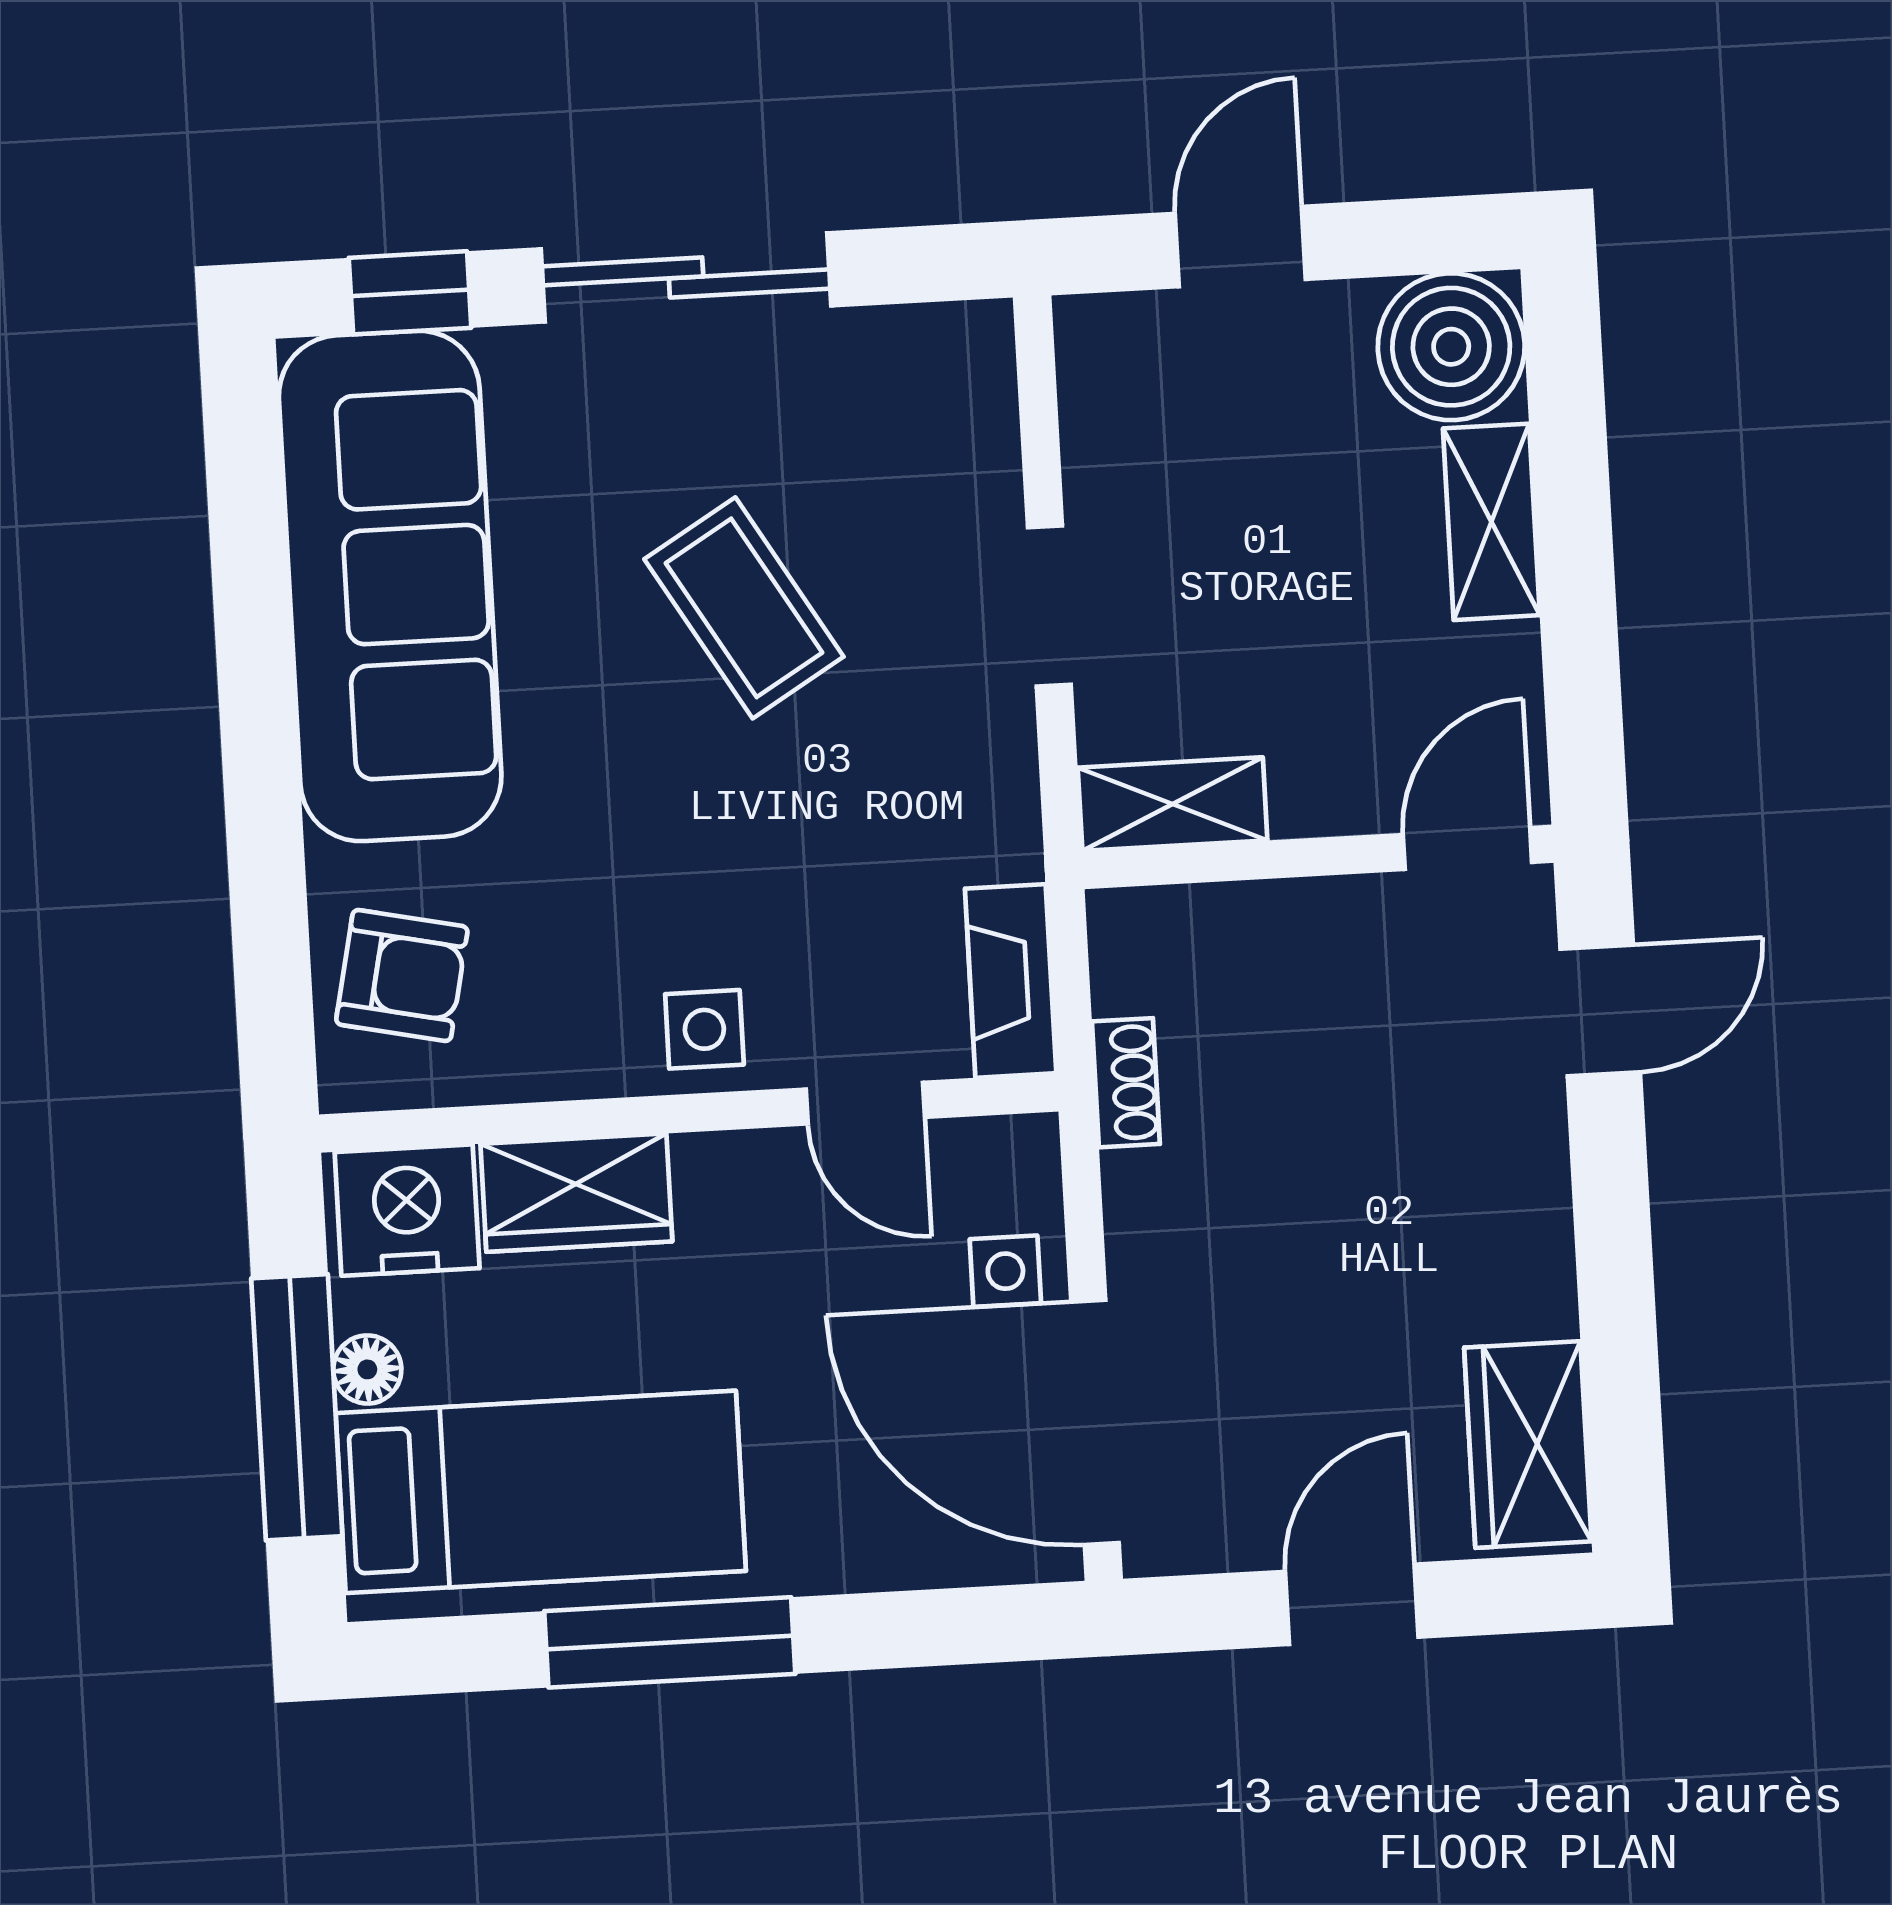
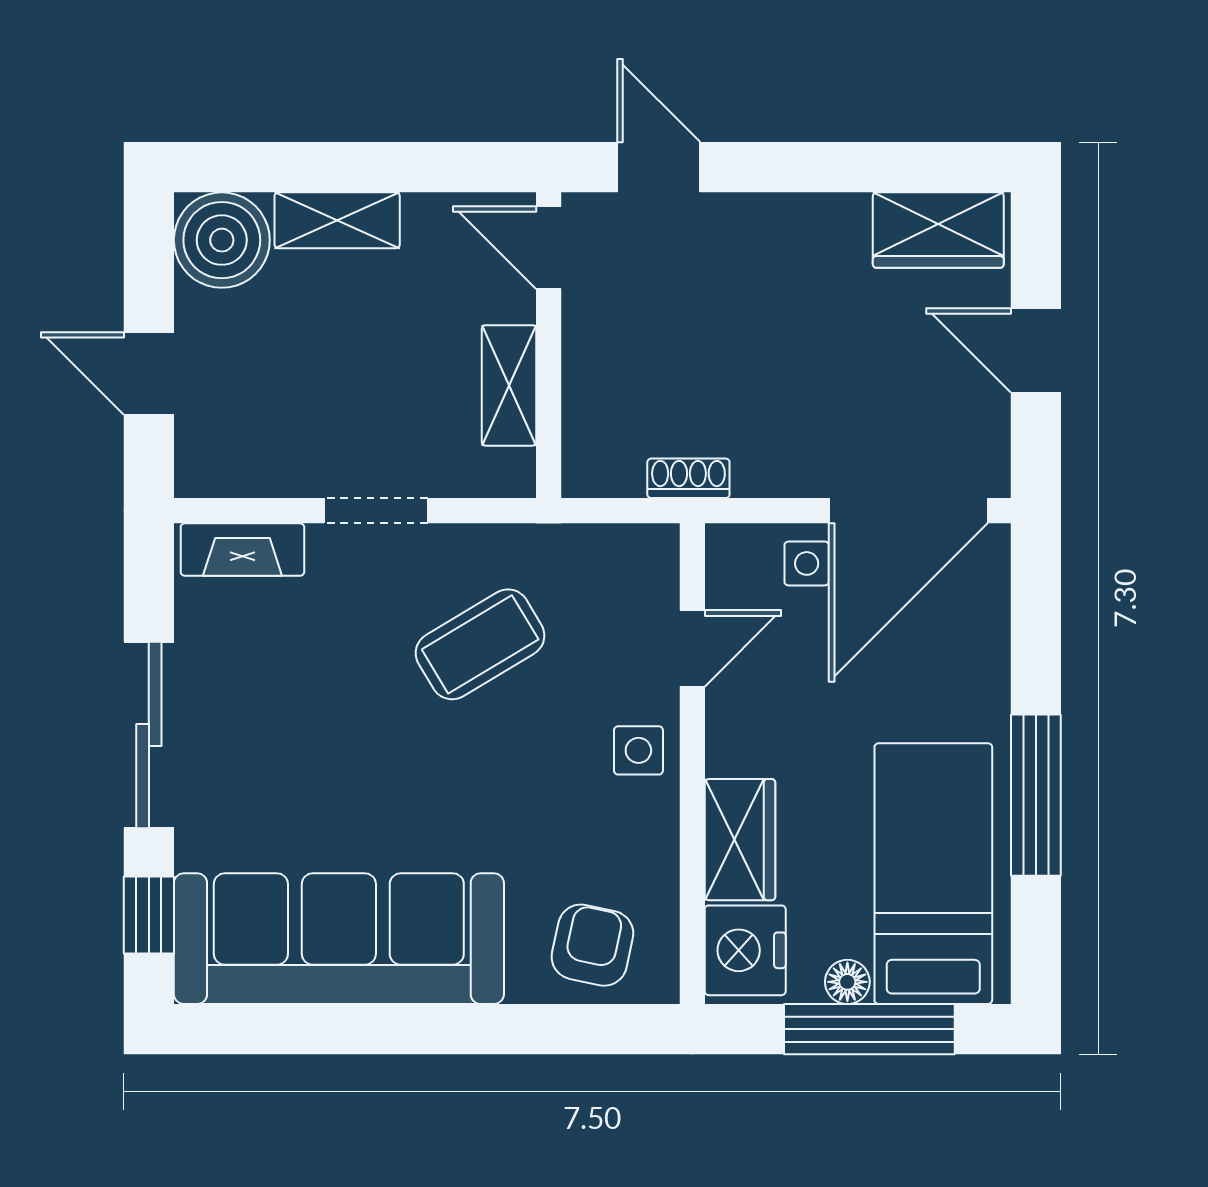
coffee table: (744, 608) -> (480, 644), moved
shelving: (1173, 804) -> (509, 385), moved
fireplace: (1011, 981) -> (242, 550), moved

